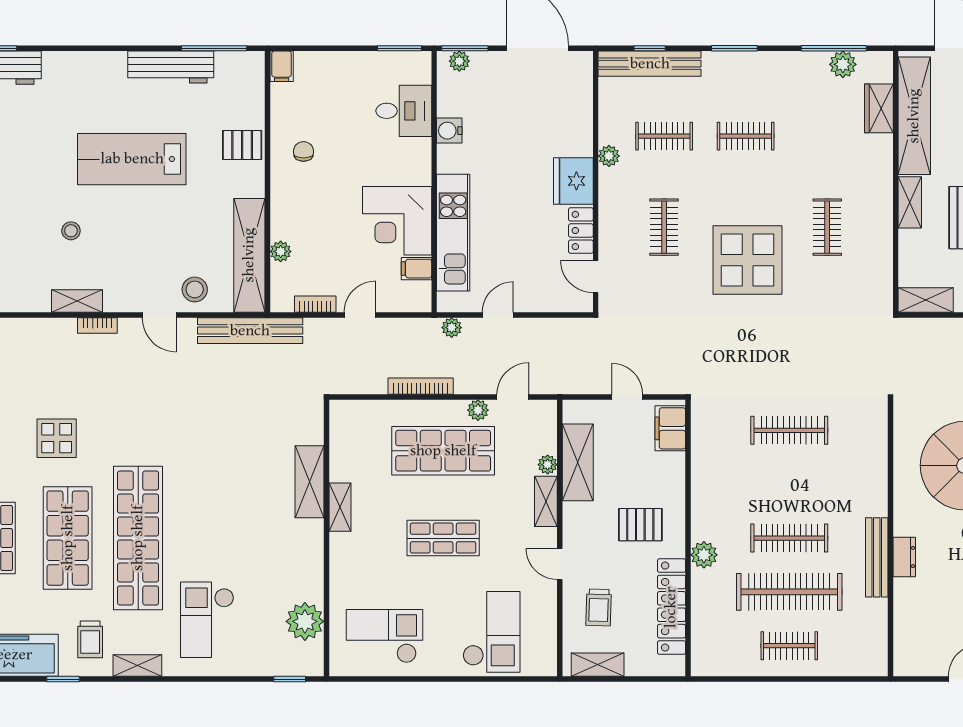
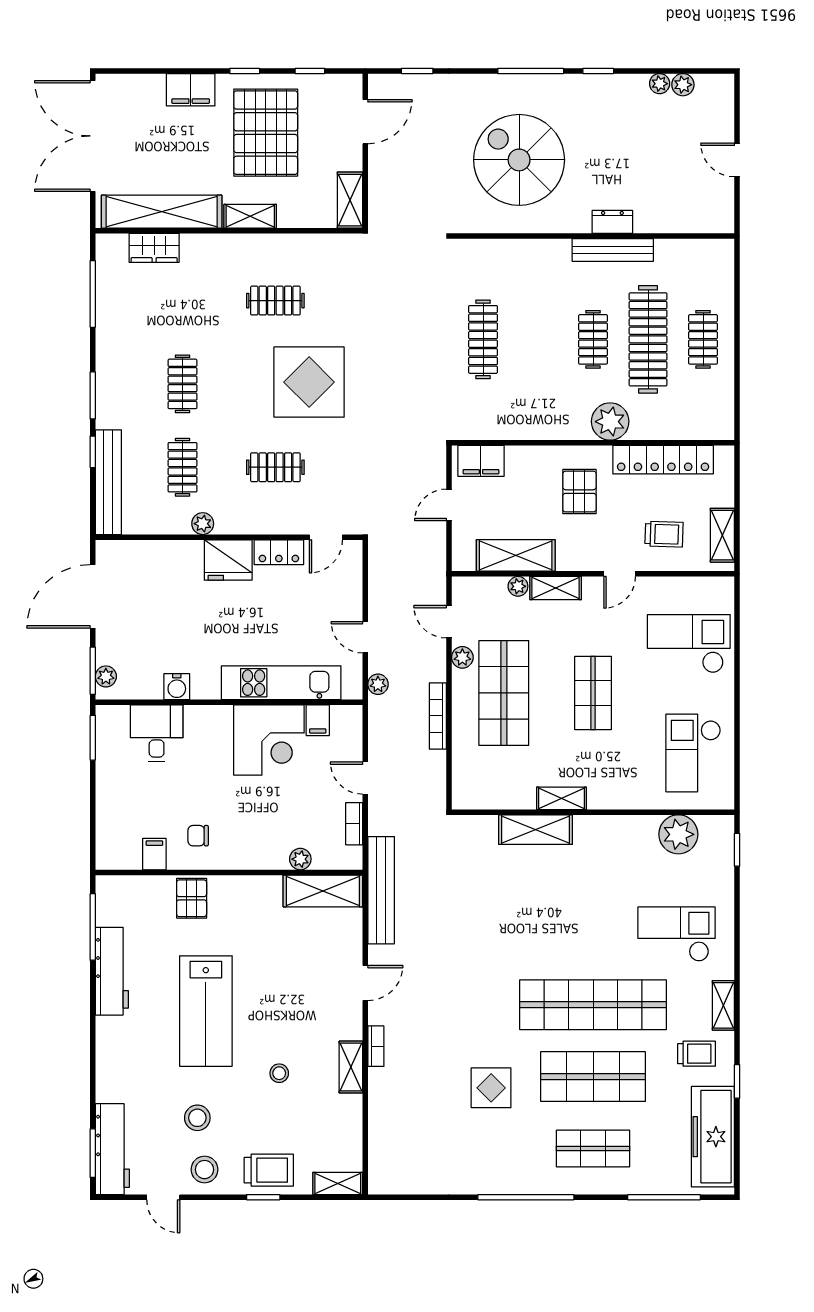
window: (650, 48) -> (93, 452), moved
plant: (843, 64) -> (109, 285), removed
filing cabinet: (282, 66) -> (154, 854), moved, turned -90
shelving: (249, 255) -> (323, 891), width x0.68
stool: (195, 289) -> (197, 1118), moved
clothes rail: (789, 538) -> (593, 339), width x0.73
plant: (704, 555) -> (610, 422), width x1.36, depth x1.36
checkout: (207, 620) -> (677, 934), turned 180

